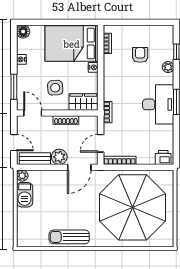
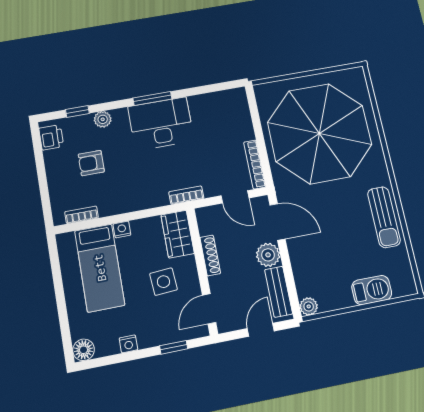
bed: (72, 44) -> (100, 268), width x0.67
window: (14, 87) -> (174, 347), width x0.67
printer: (163, 157) -> (51, 137), moved, turned 180
barbecue: (25, 195) -> (372, 290), moved

